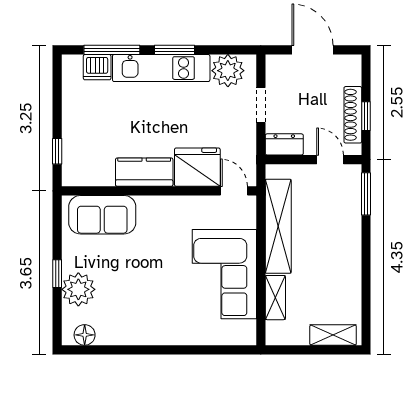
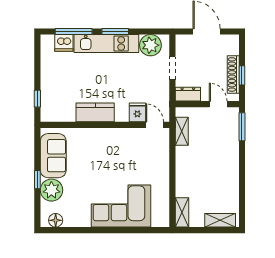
fridge: (197, 167) -> (137, 112), width x0.53, depth x0.75
sofa: (102, 215) -> (53, 156), moved, turned -90
shelving: (278, 226) -> (182, 131), width x0.45, depth x0.75
corner sofa: (224, 274) -> (121, 206), moved, turned 90
shelving: (275, 298) -> (182, 212), moved

